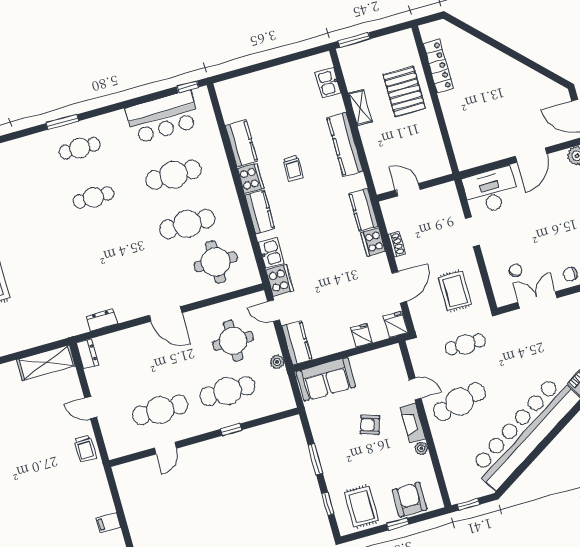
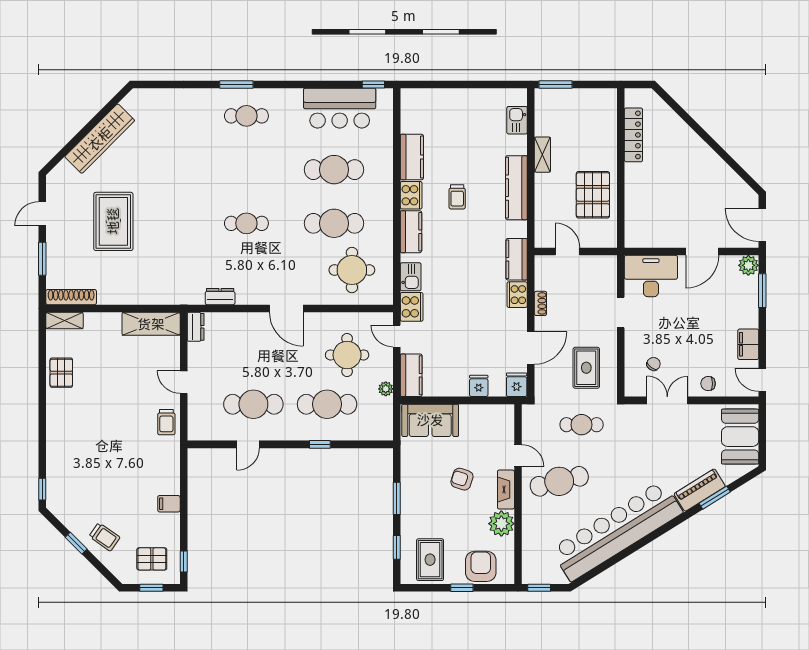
pallet: (404, 92) -> (593, 195), moved
cafe table: (93, 197) -> (246, 223), moved
plant: (421, 448) -> (501, 524), width x1.87, depth x1.87

